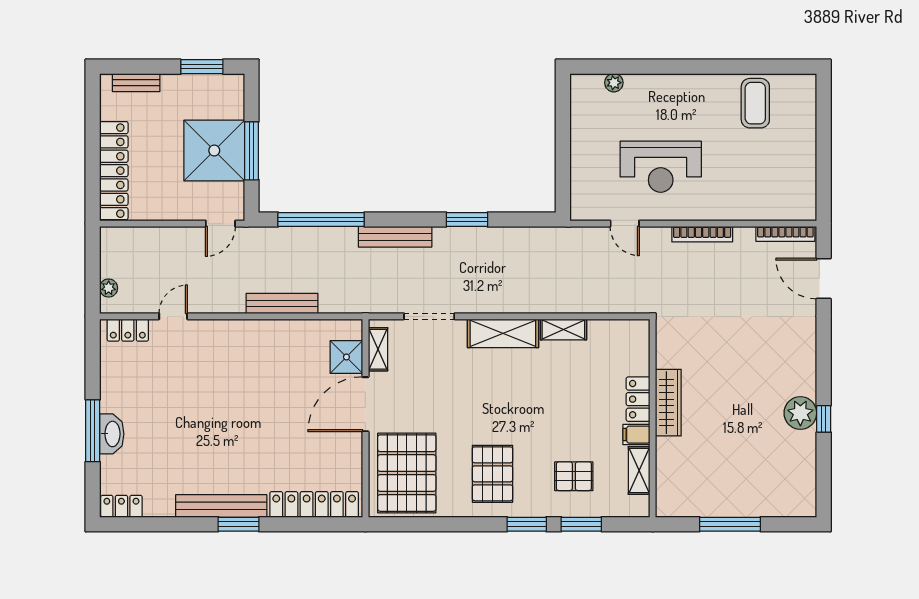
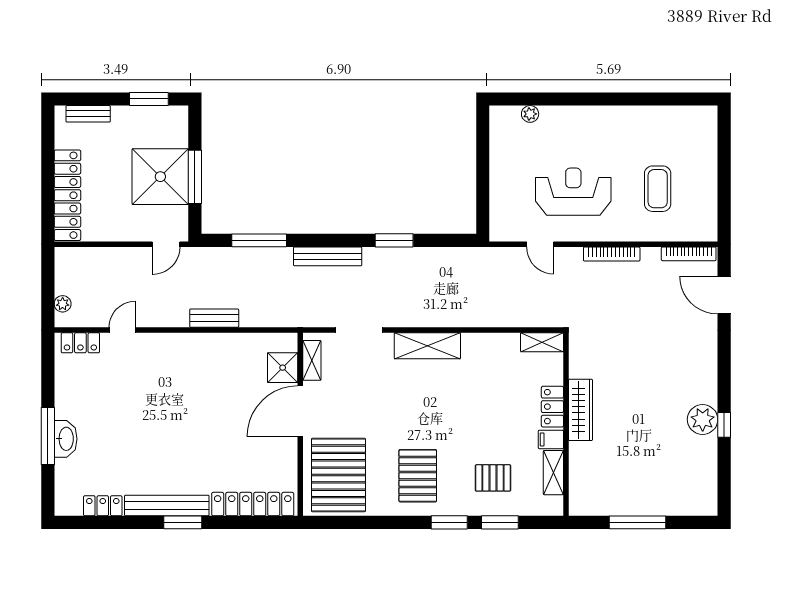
coffee table: (755, 103) -> (658, 189), moved
reception desk: (661, 167) -> (573, 192), turned 180
window: (321, 219) -> (259, 240), width x0.68
bench: (282, 303) -> (214, 318), width x0.73
shelving: (563, 329) -> (542, 342), moved
locker: (121, 506) -> (103, 506), moved

